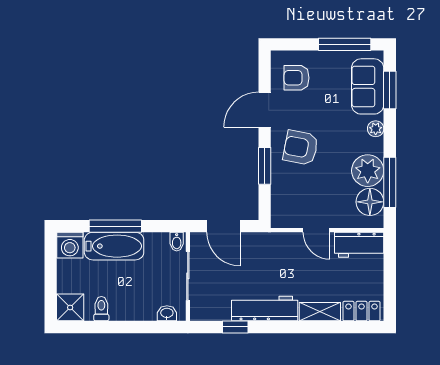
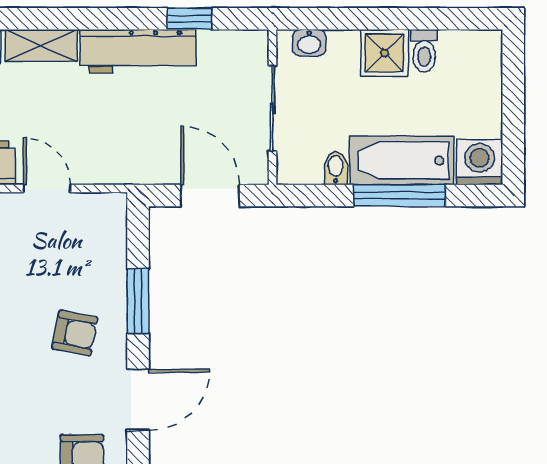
armchair: (301, 148) -> (75, 333), width x0.72, depth x0.72
bidet: (177, 242) -> (336, 168), moved
shower: (70, 307) -> (385, 53), moved

